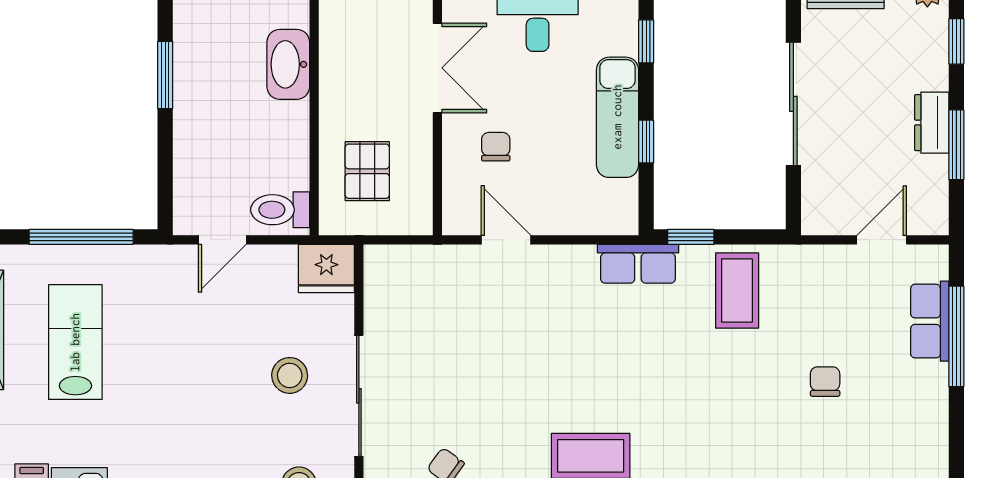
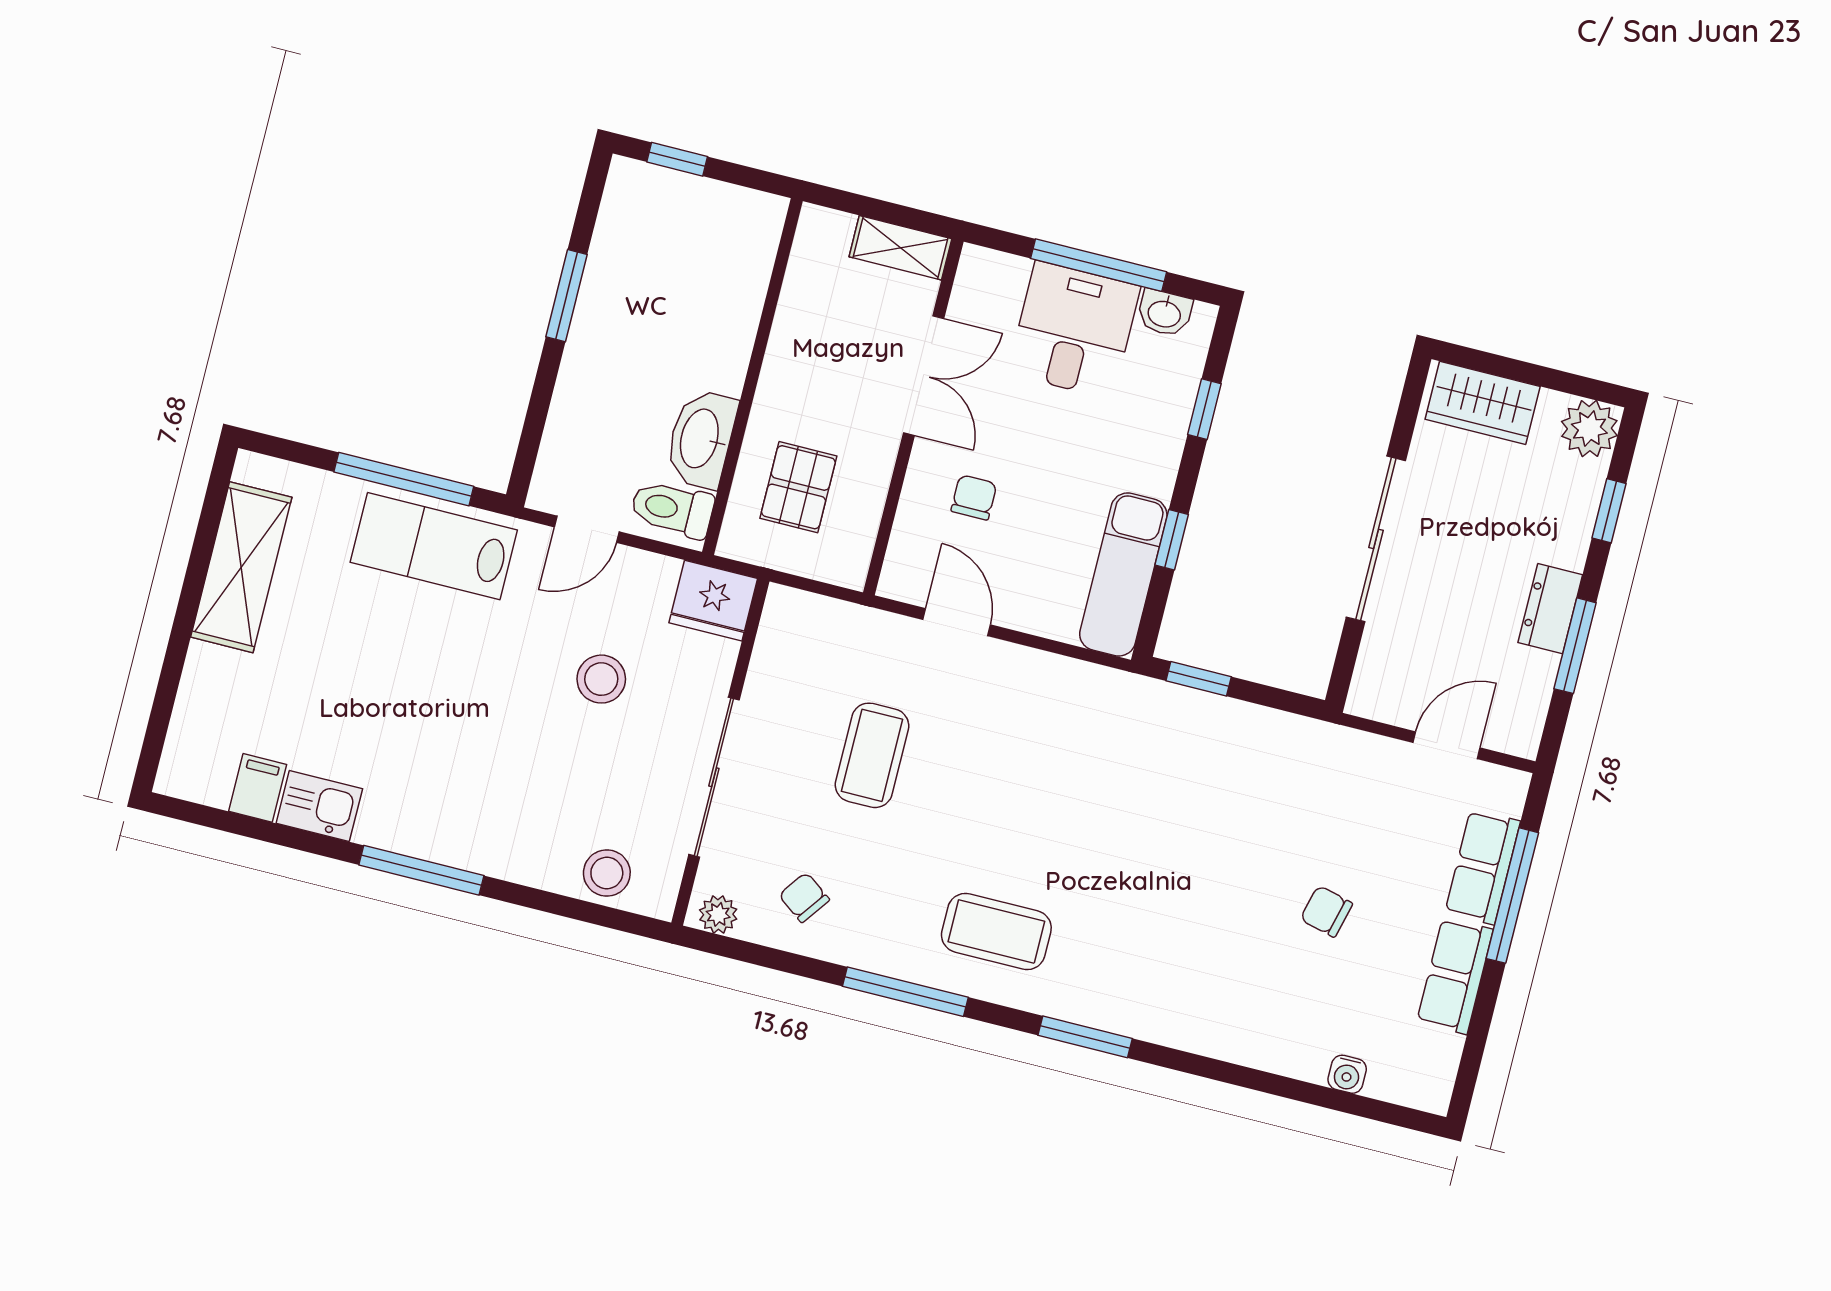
washbasin: (288, 64) -> (701, 439), moved
exam couch: (617, 117) -> (1123, 574), moved
row of seats: (638, 264) -> (1455, 976), moved, turned 90
coffee table: (737, 290) -> (872, 755), moved
lab bench: (75, 342) -> (434, 546), moved, turned -90
stool: (290, 375) -> (601, 679), moved
chair: (825, 382) -> (1326, 911), turned -76

